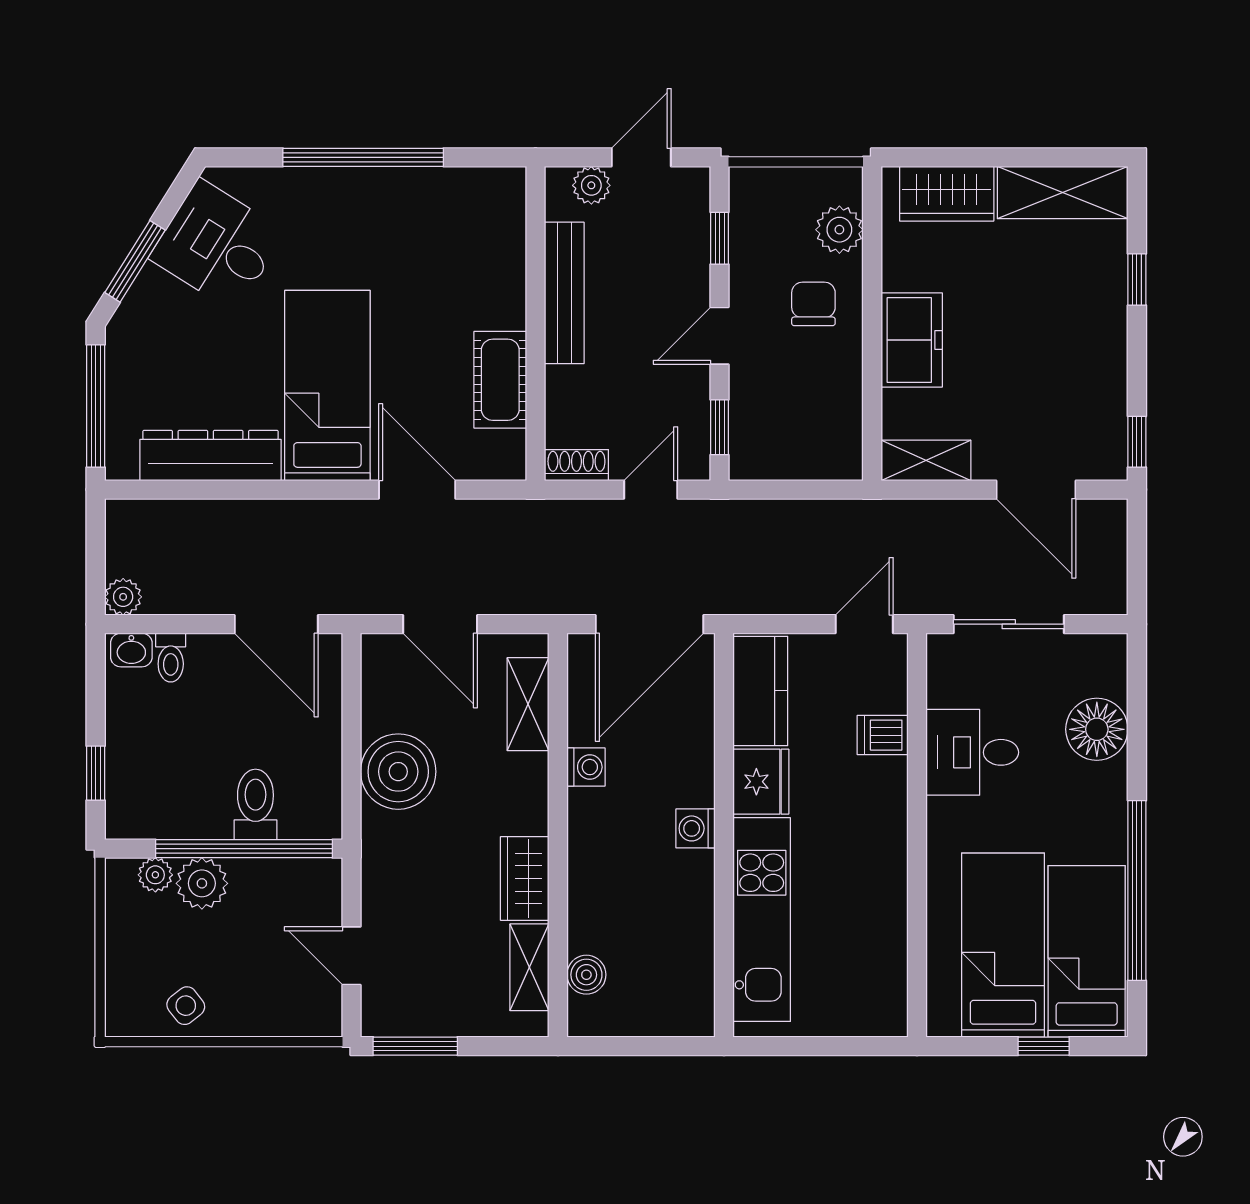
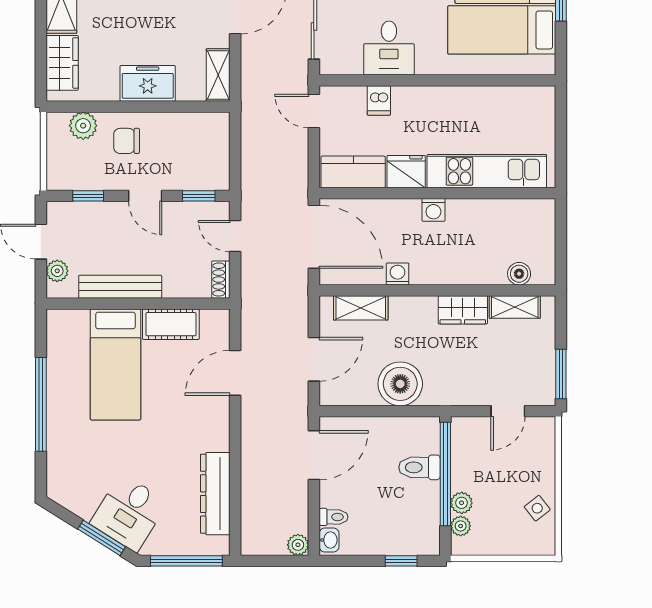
desk: (217, 245) -> (129, 513), moved
bed: (327, 386) -> (116, 364), moved, turned -90
plant: (202, 883) -> (462, 503), width x0.73, depth x0.73

